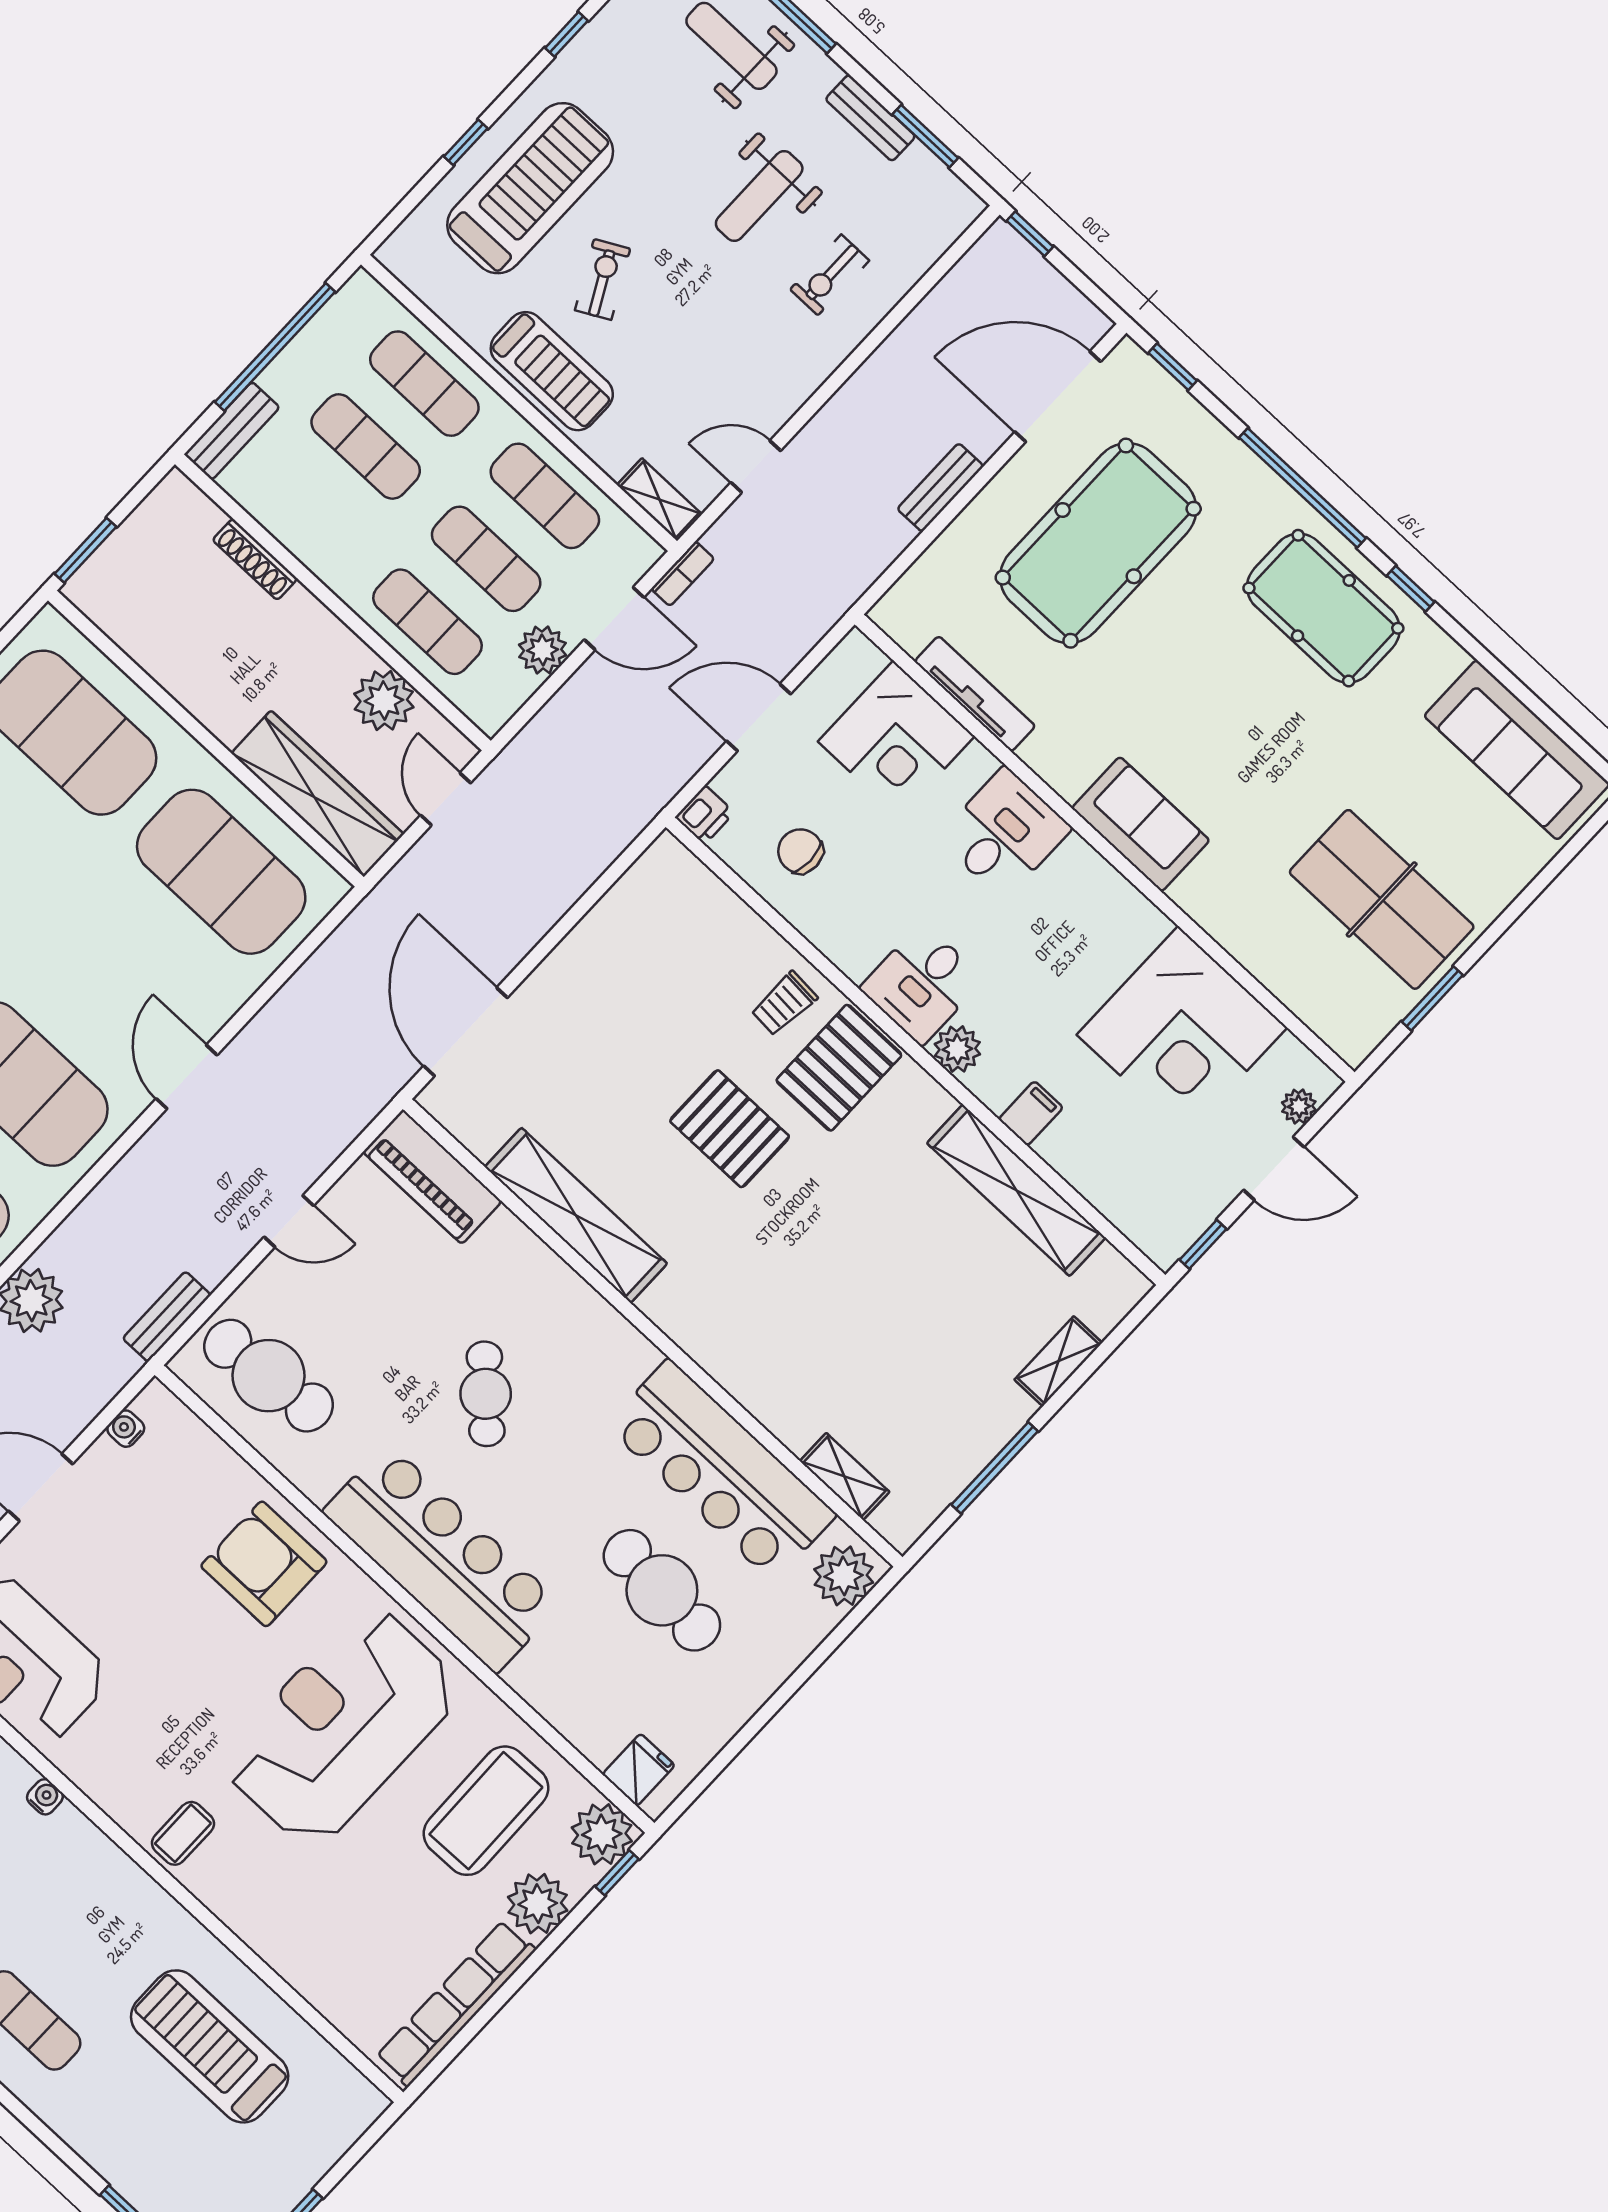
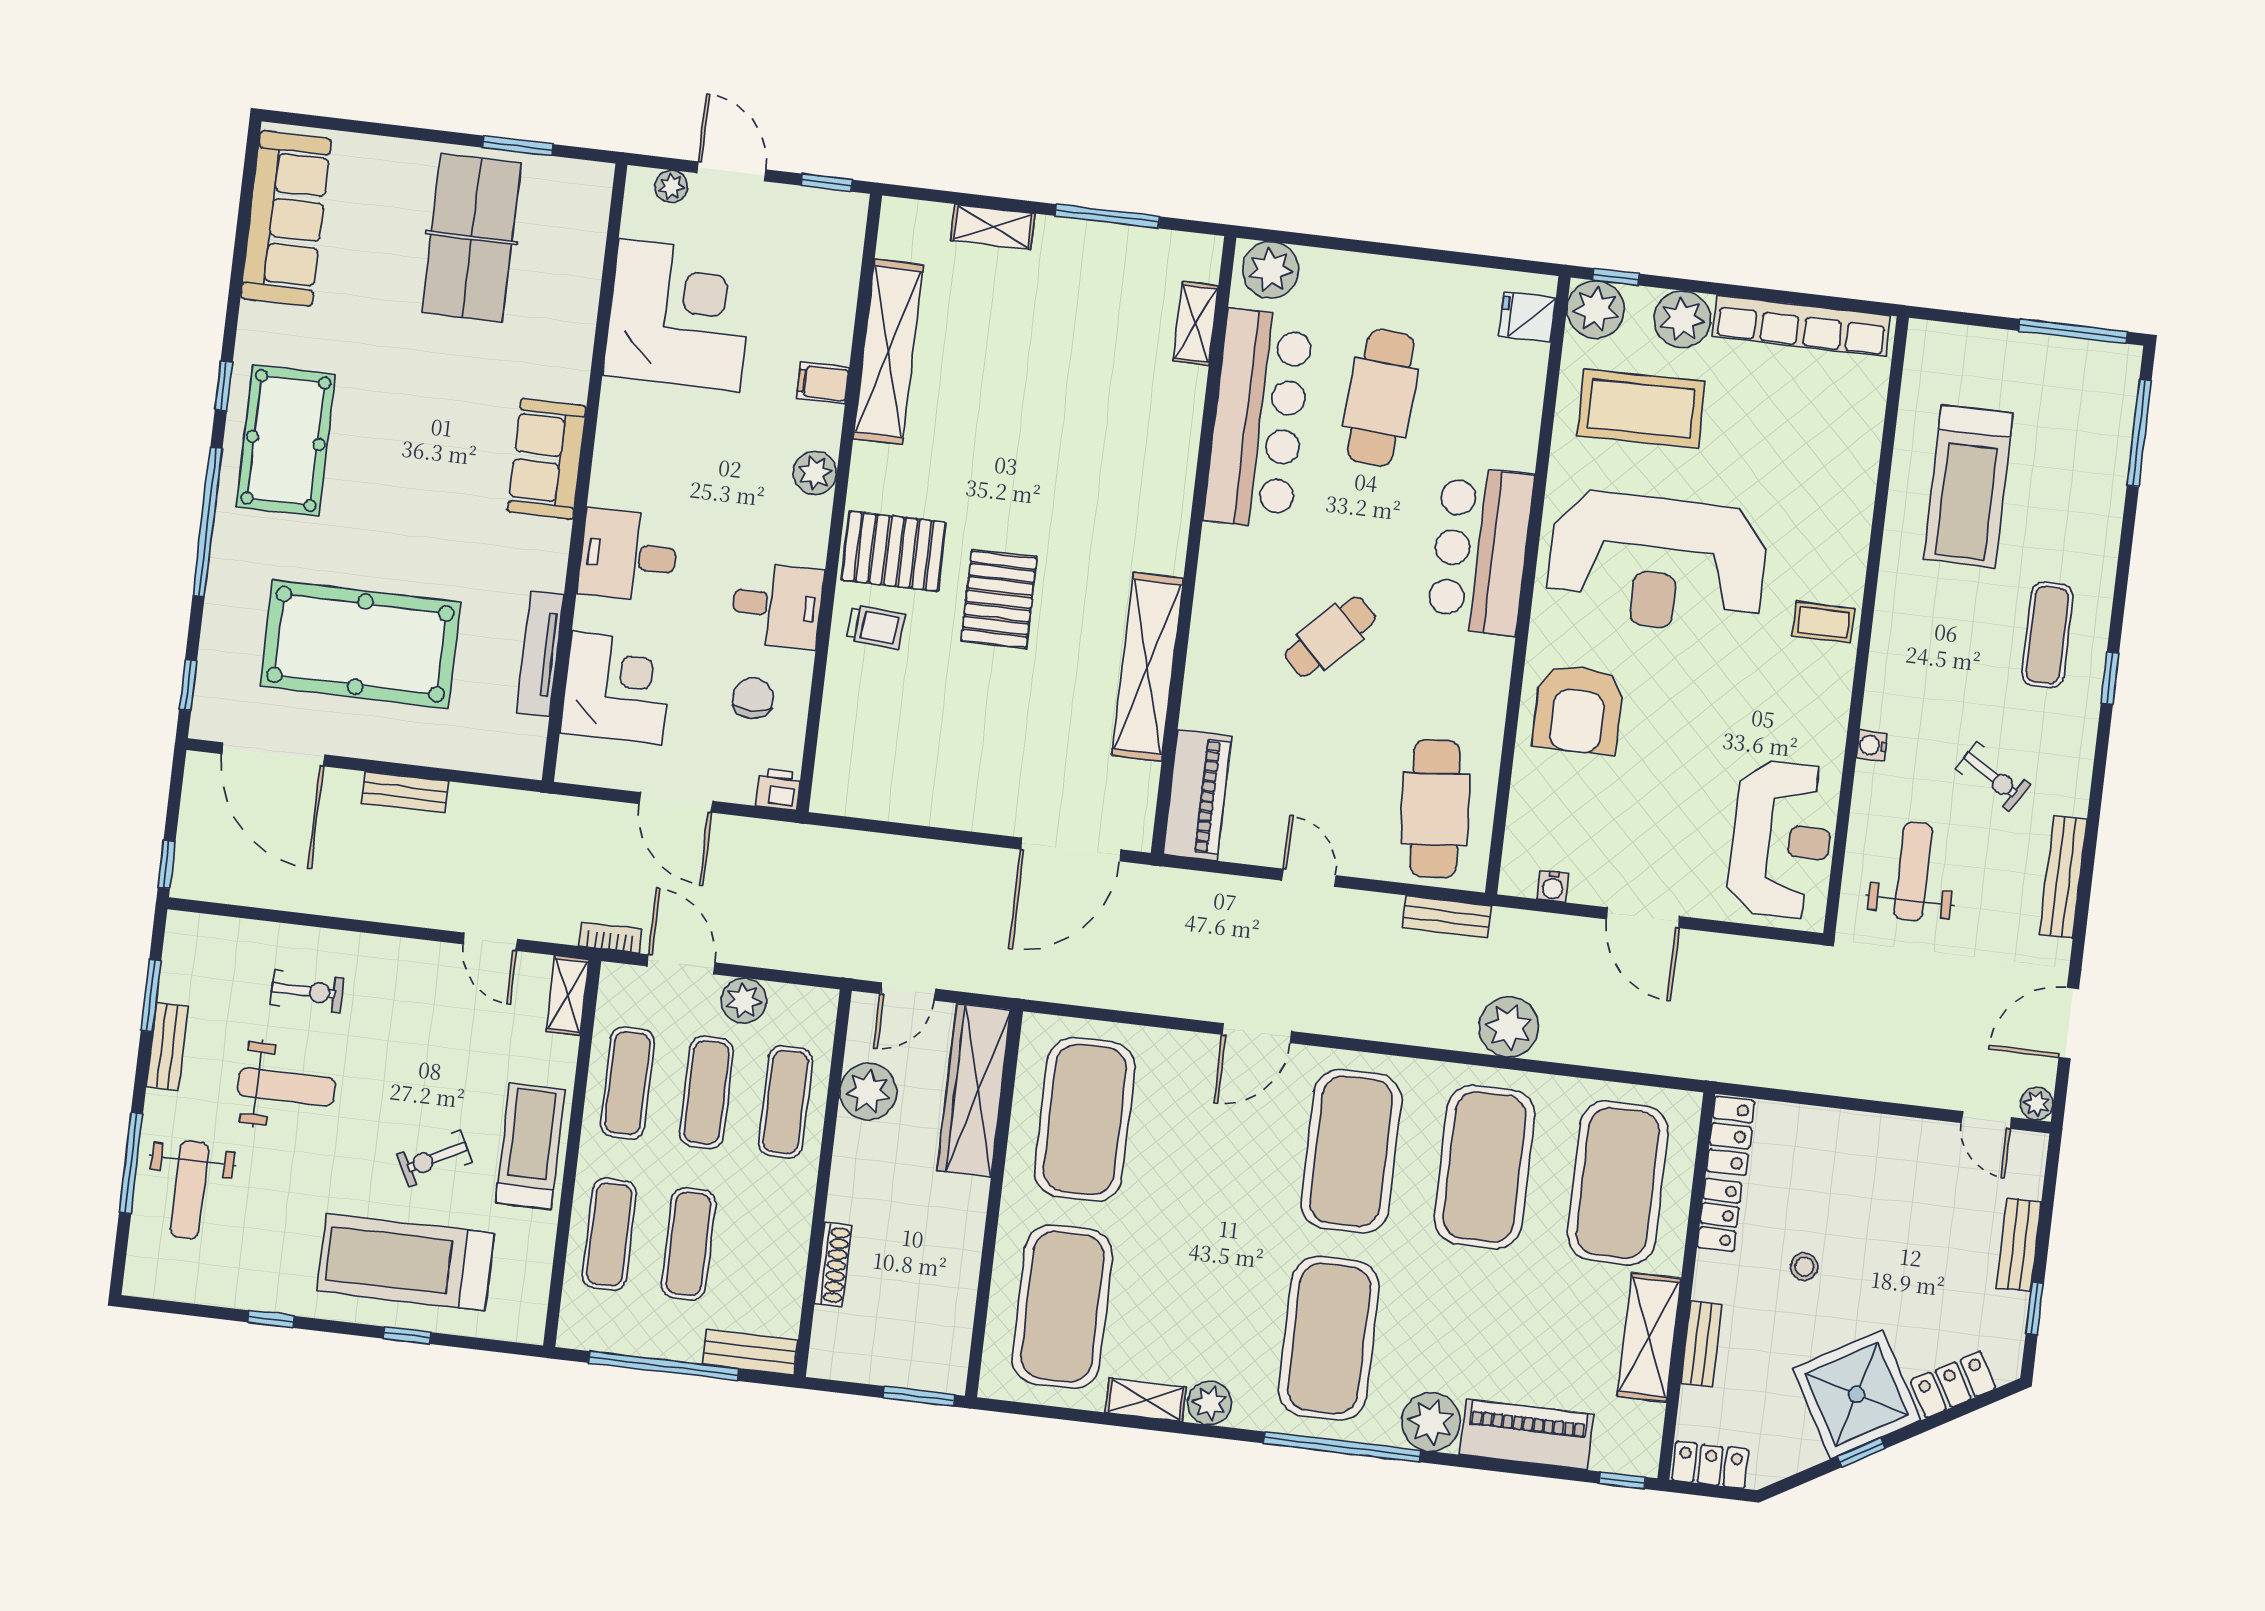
chair: (800, 851) -> (753, 698), turned 180
desk: (922, 984) -> (777, 605), moved
bar counter: (442, 1558) -> (1480, 550), width x0.73

